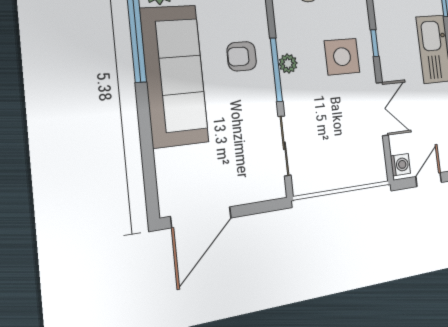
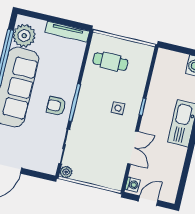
armchair: (242, 56) -> (56, 106), moved
side table: (342, 57) -> (118, 108), width x0.54, depth x0.54
plant: (288, 64) -> (66, 172), moved

